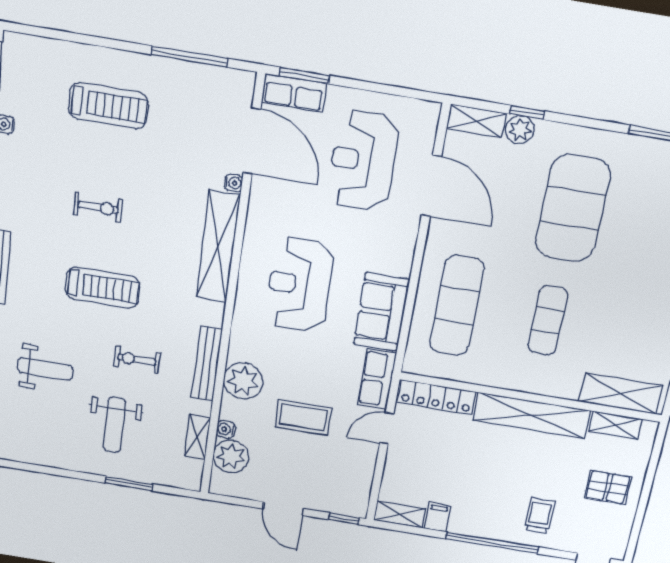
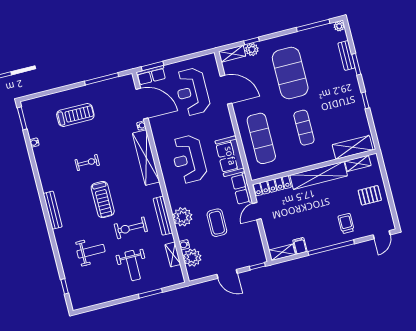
treadmill: (103, 288) -> (103, 199), turned 90
exercise bike: (137, 360) -> (131, 228), width x1.38, depth x1.39
coffee table: (303, 417) -> (217, 223), turned 90

